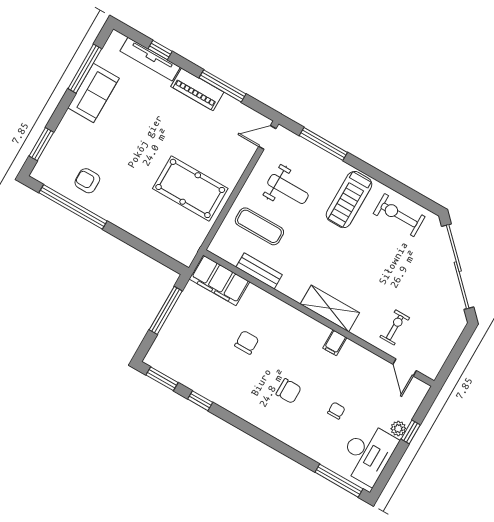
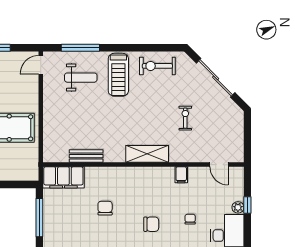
weight bench: (288, 189) -> (81, 78), moved
exercise mat: (259, 226) -> (69, 127), removed
sliding door: (458, 267) -> (216, 78), width x0.73
exercise bike: (395, 327) -> (185, 118), moved
filing cabinet: (335, 343) -> (181, 175), moved

